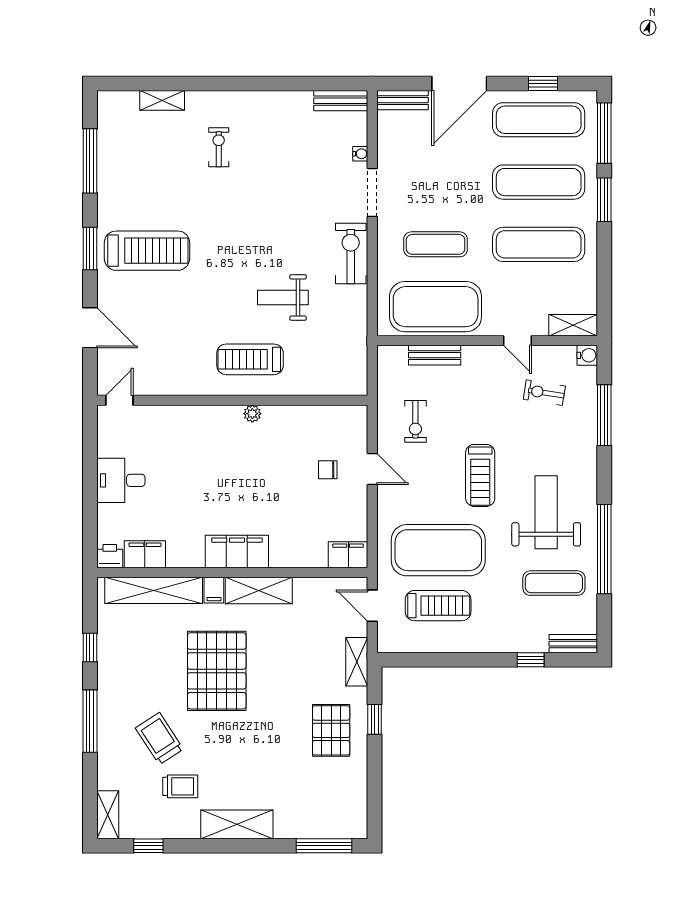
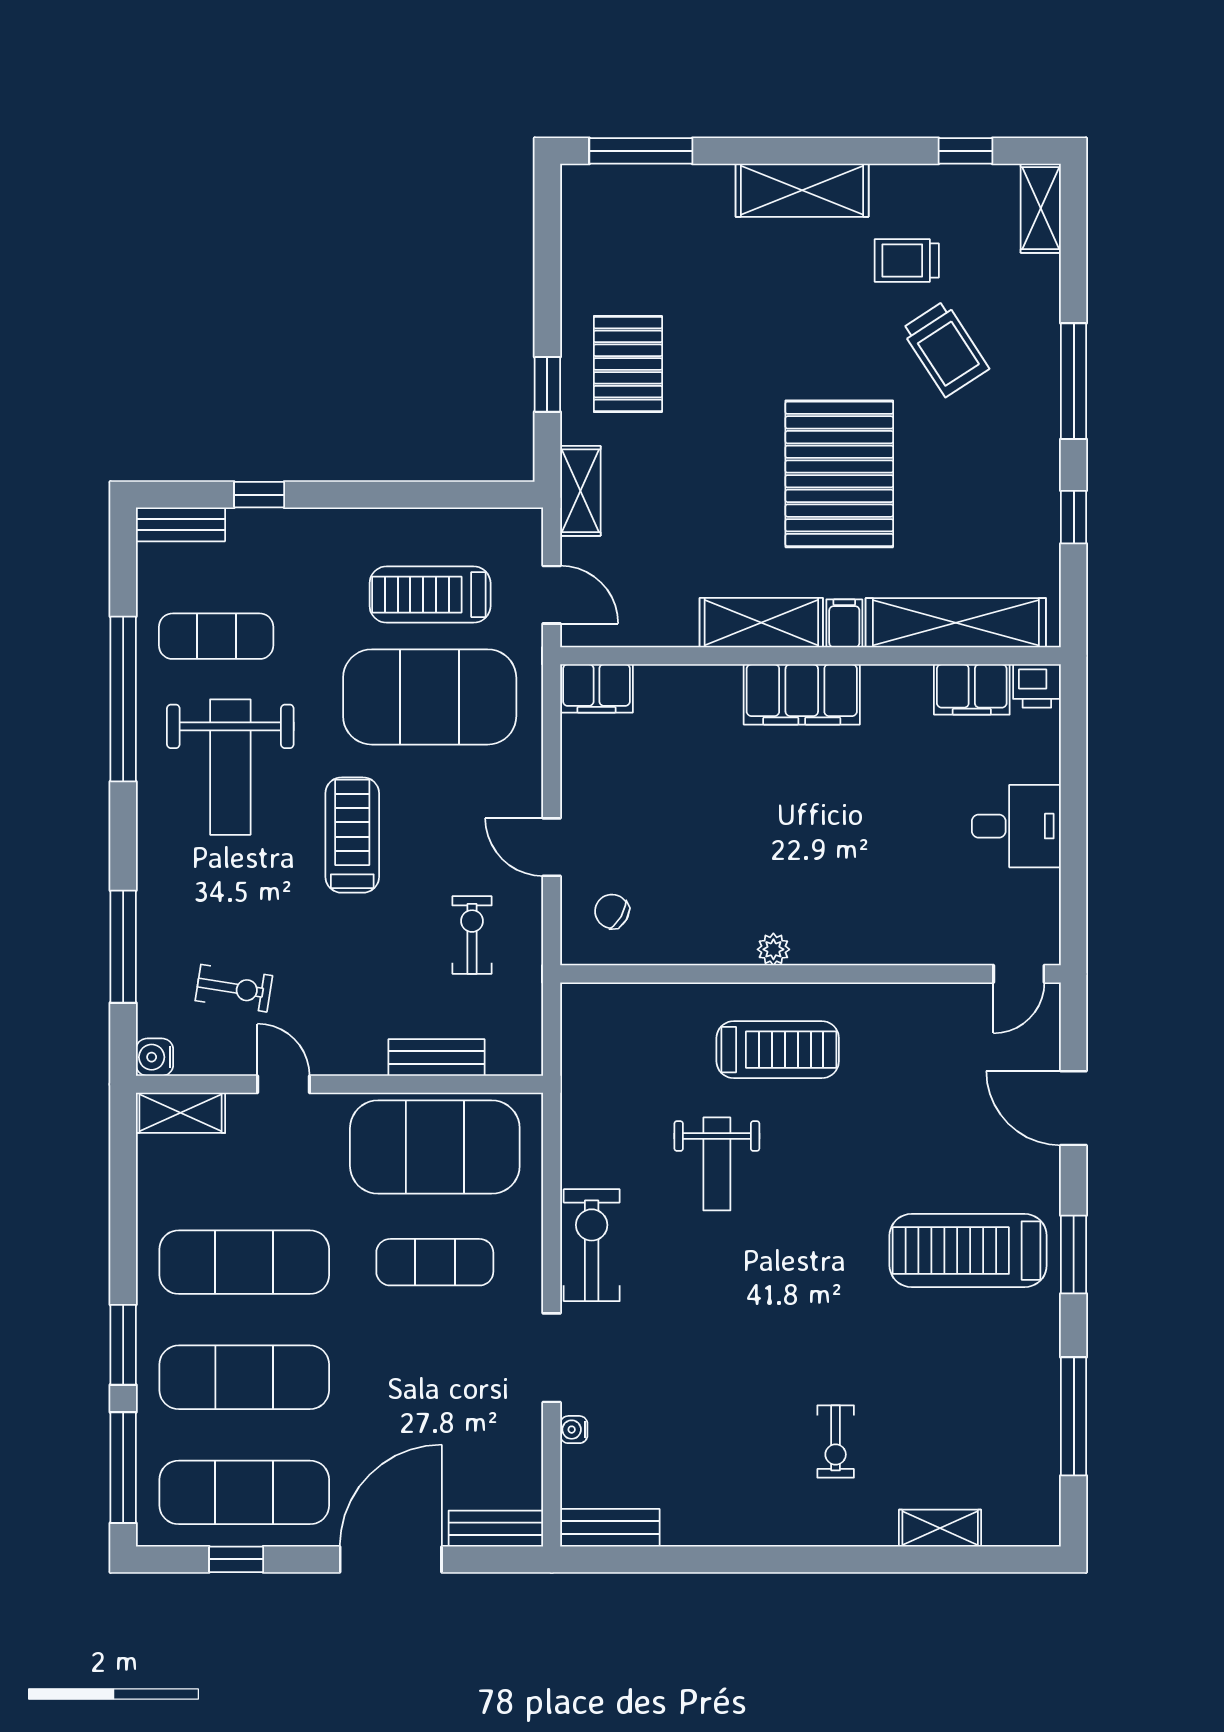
exercise bike: (351, 254) -> (592, 1245), turned 180
weight bench: (283, 298) -> (717, 1164), turned 90
chair: (328, 470) -> (612, 911), moved, turned -150

